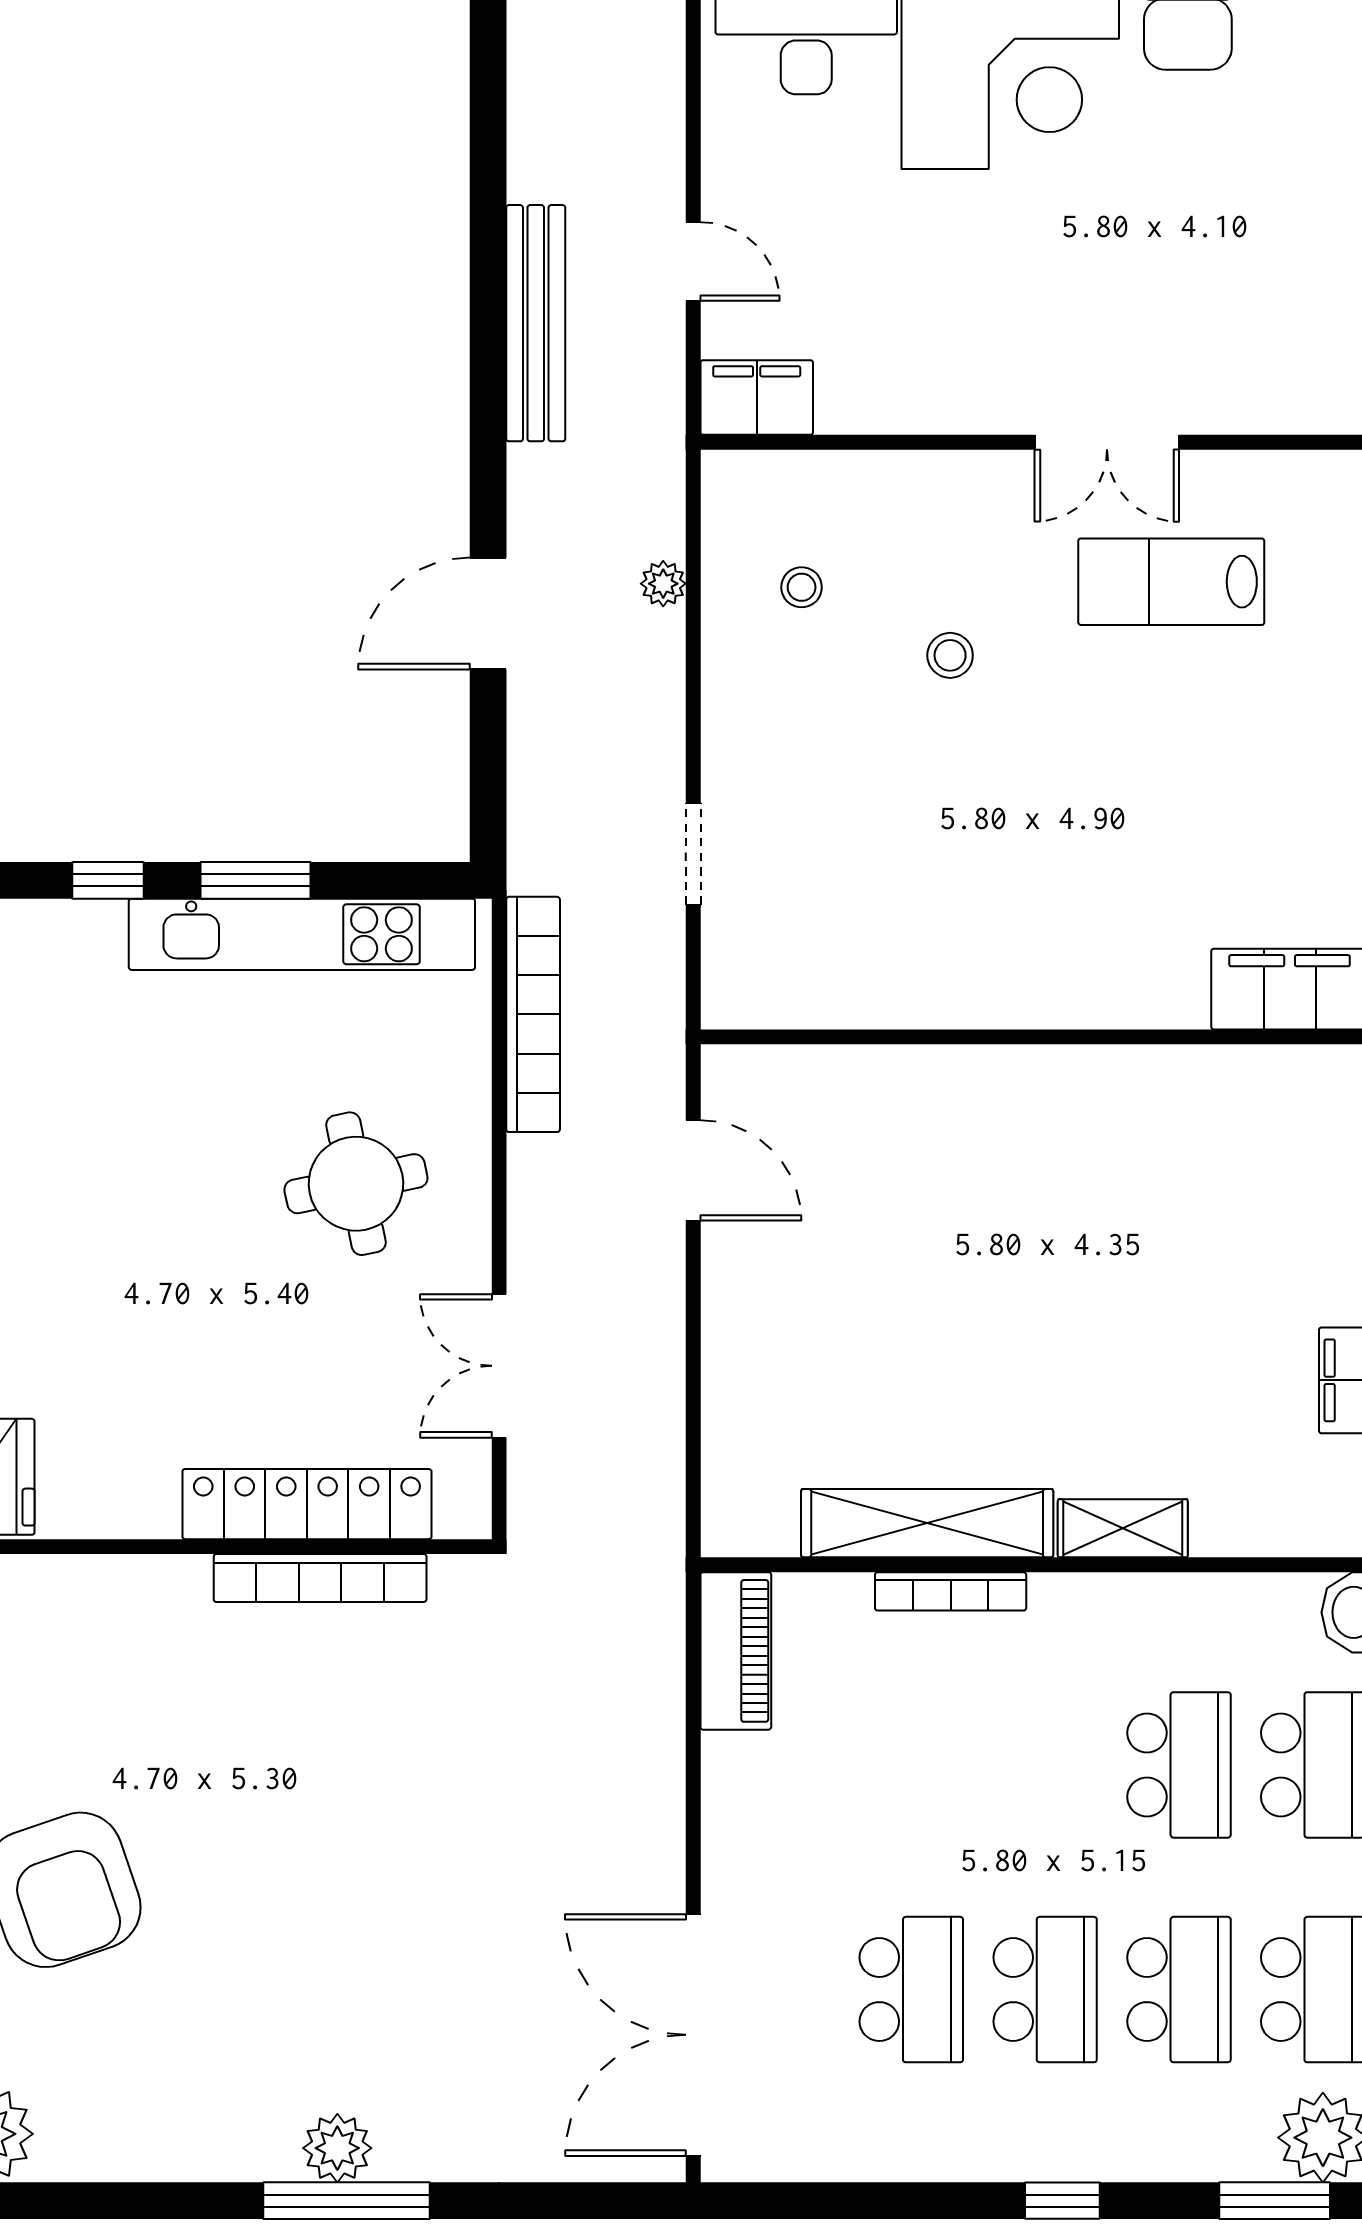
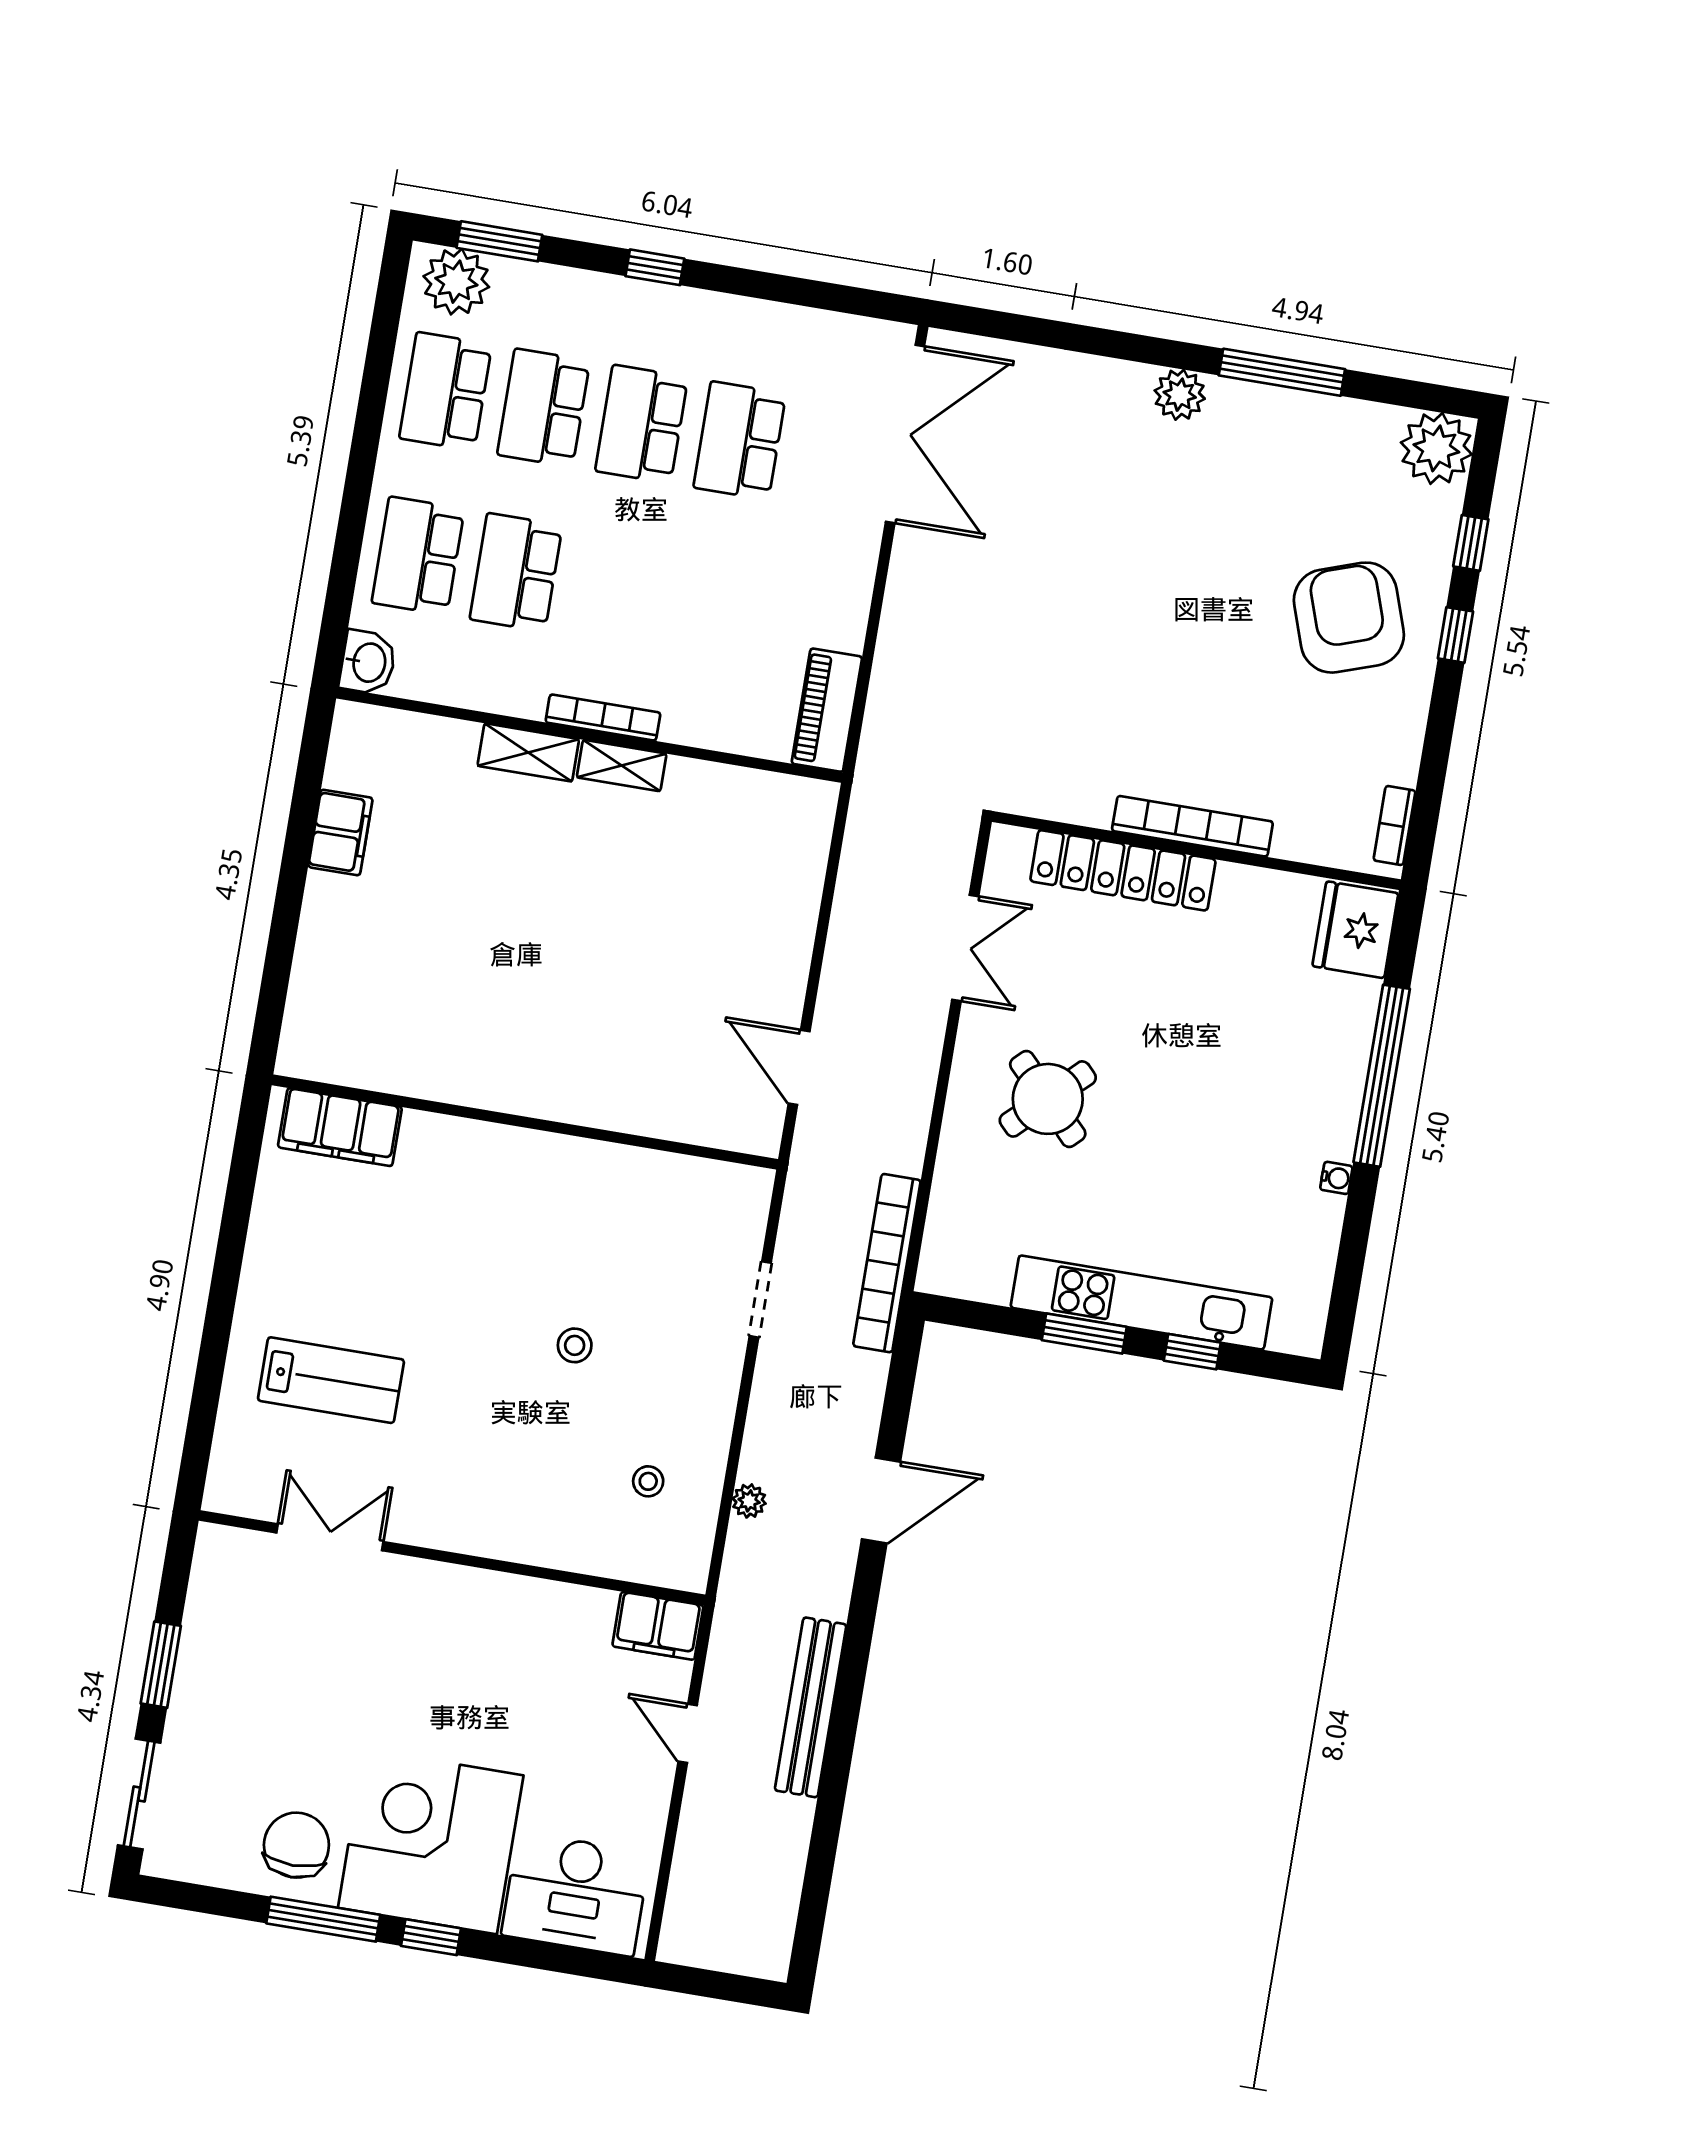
double door: (1107, 442) -> (330, 1537), moved
lab bench: (1171, 582) -> (331, 1380), moved
stool: (950, 655) -> (575, 1345), moved
kitchen unit: (302, 934) -> (1141, 1303), moved
bookcase: (533, 1014) -> (887, 1263), moved
round table: (356, 1184) -> (1048, 1099), turned -32
shelving: (927, 1523) -> (622, 766), width x0.45, depth x0.75
bookcase: (320, 1578) -> (1192, 826), moved
bookcase: (951, 1591) -> (603, 718), moved
window: (346, 2201) -> (1282, 372), moved

